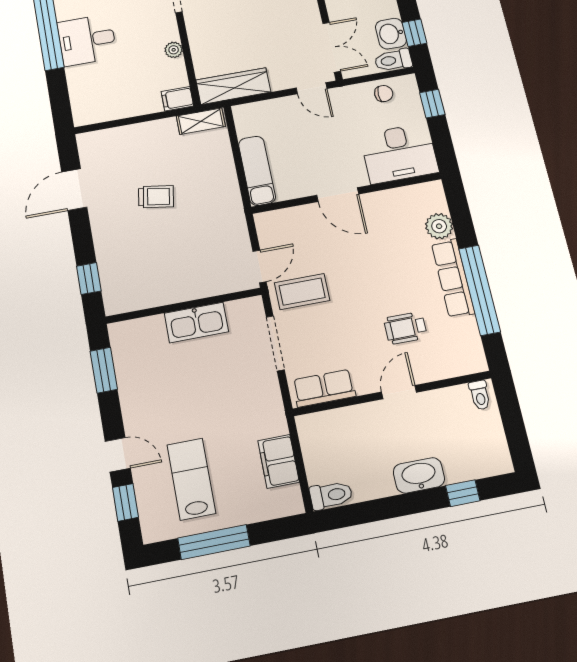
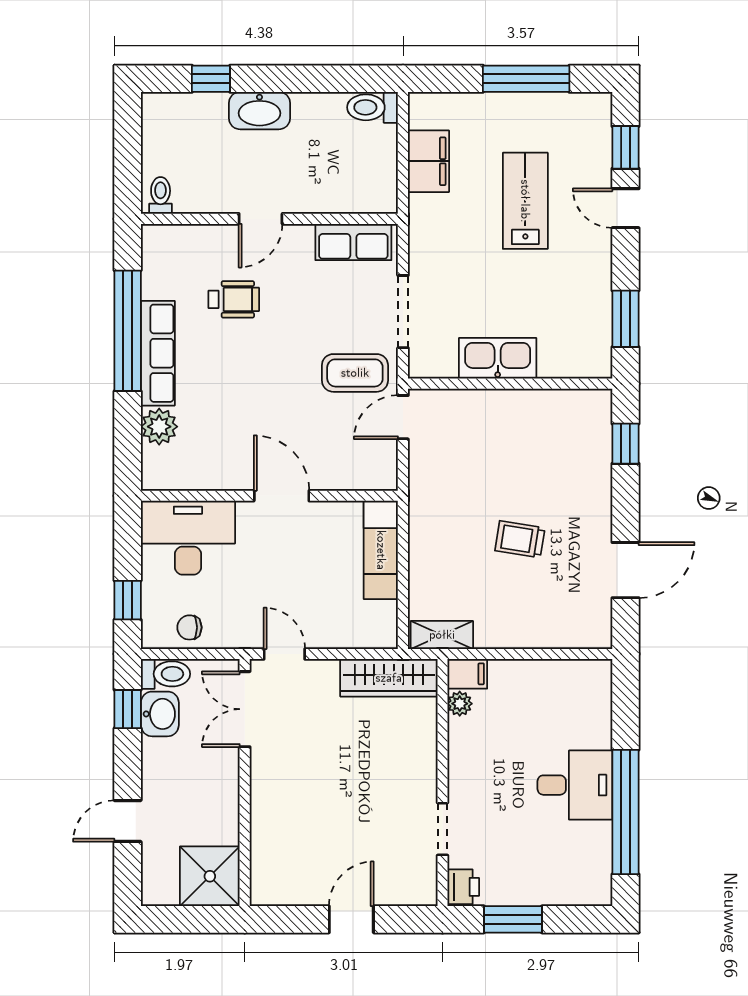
plant: (174, 50) -> (460, 704), moved
lab bench: (191, 479) -> (525, 201), moved, turned 180

